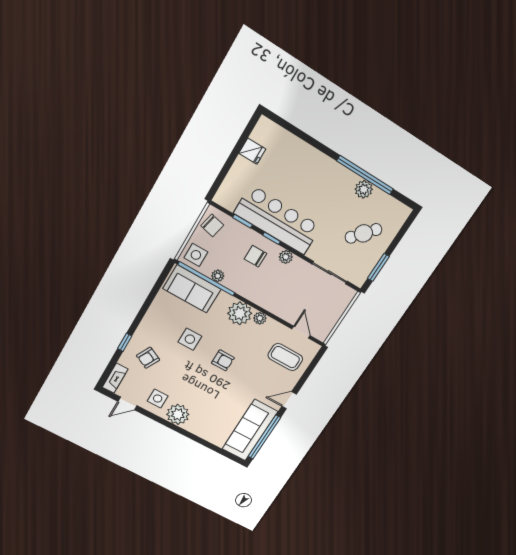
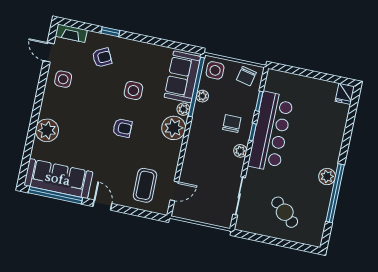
fridge: (252, 151) -> (345, 94), moved
plant: (364, 189) -> (327, 177), moved
window: (378, 267) -> (259, 238), removed
plant: (260, 318) -> (183, 109), moved
armchair: (148, 358) -> (102, 58), turned 126
armchair: (223, 360) -> (122, 128), turned -90
plant: (178, 414) -> (47, 130), moved

